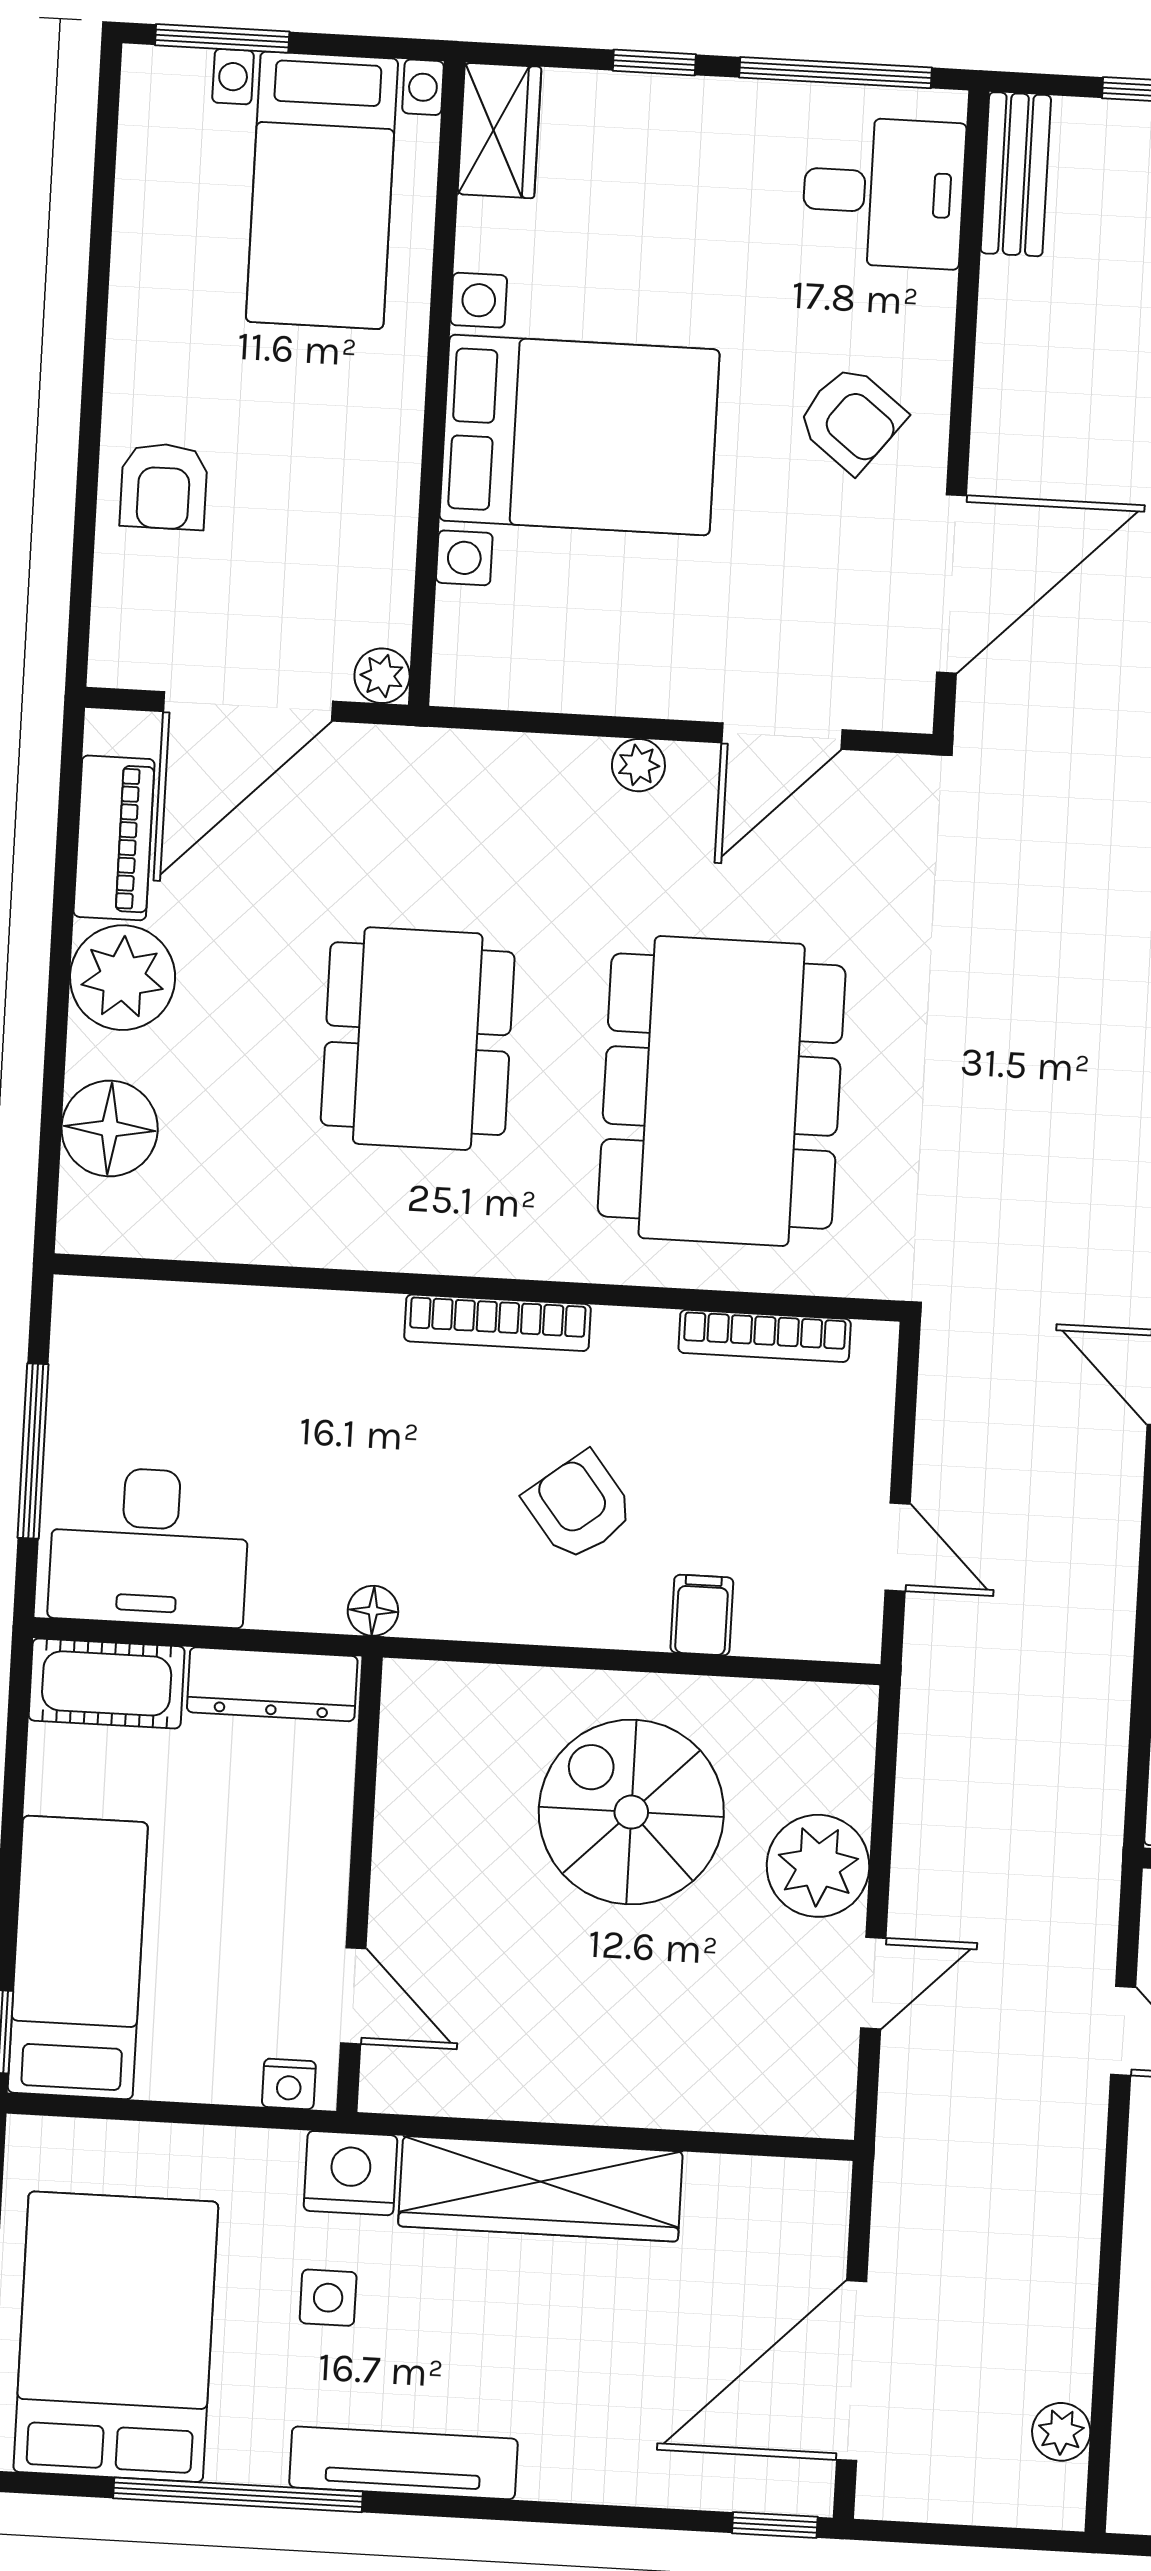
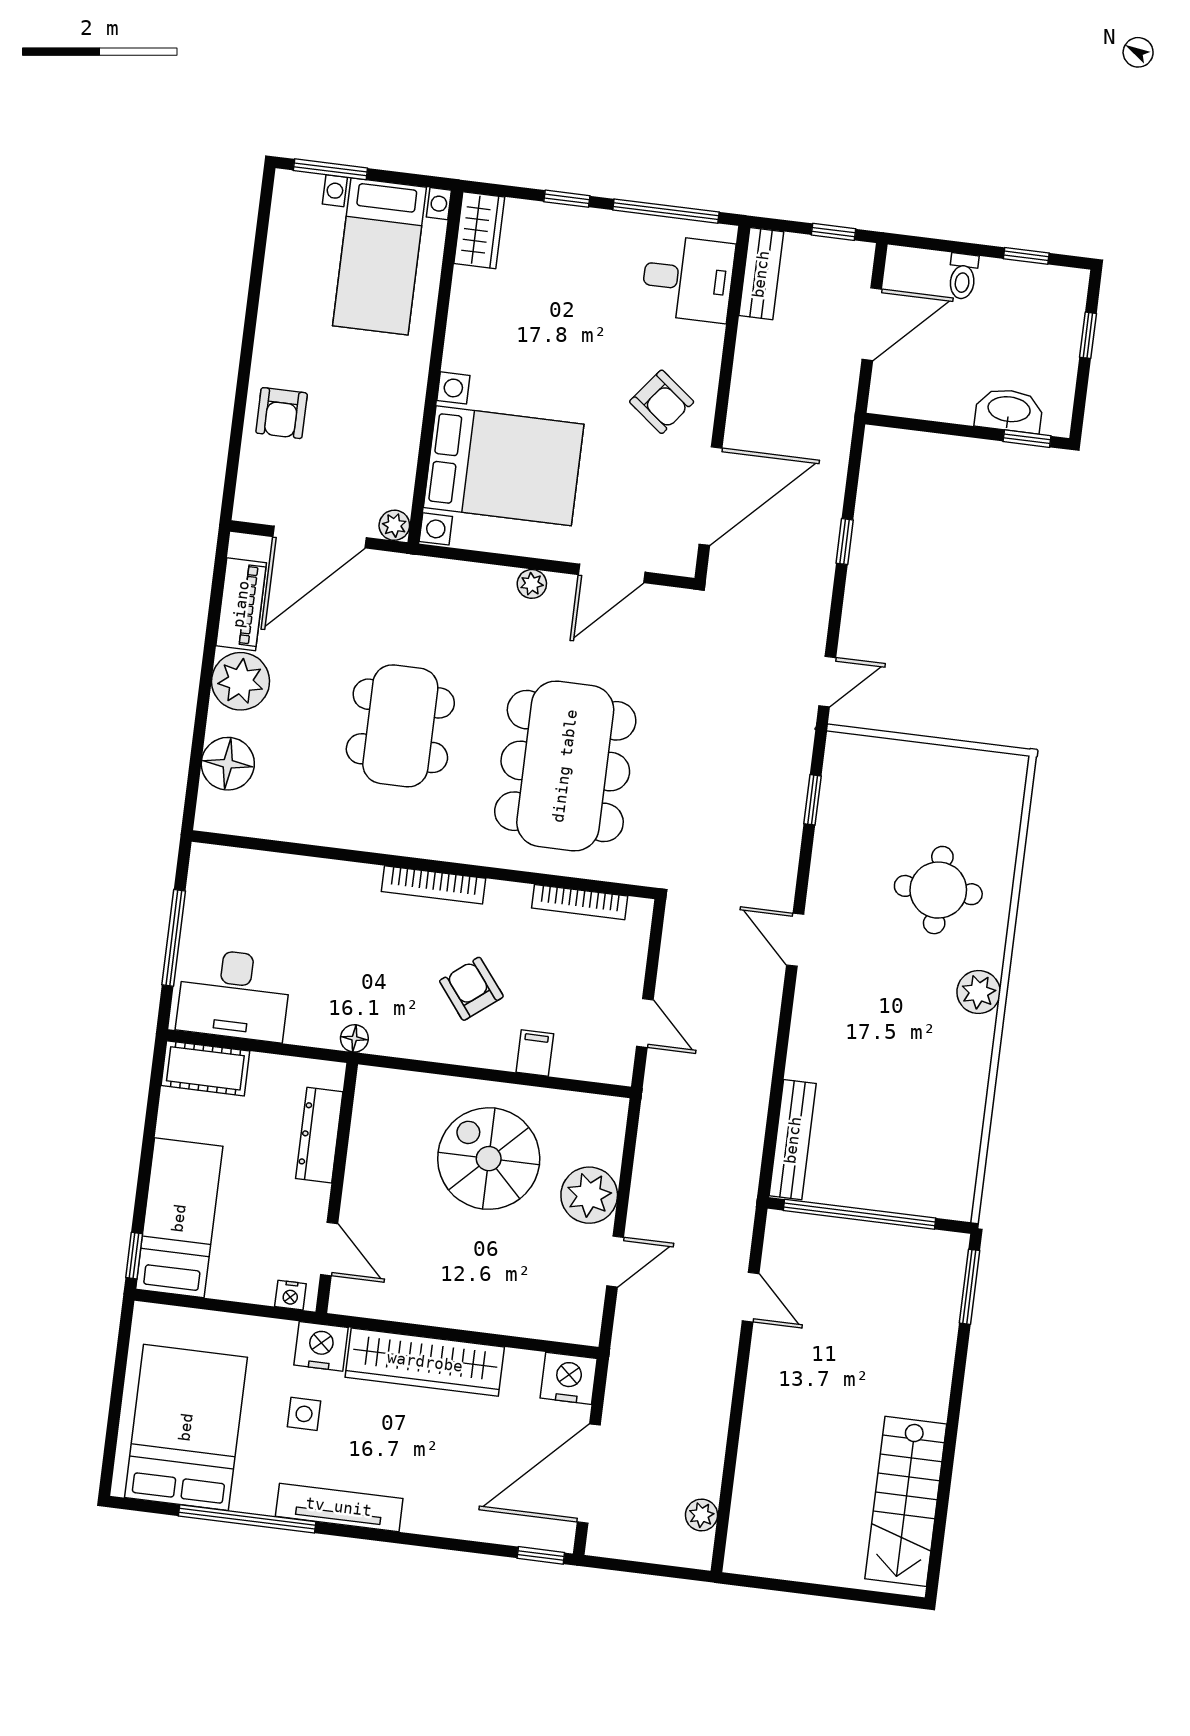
bed with nightstands: (579, 435) -> (504, 466), moved
dresser: (272, 1684) -> (319, 1135), moved, turned 90
nightstand: (803, 2200) -> (569, 1378), added

